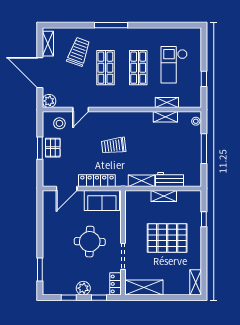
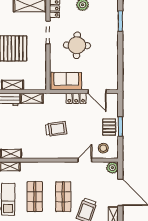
locker: (97, 181) -> (76, 98), width x0.66
door: (67, 188) -> (97, 91), swing flipped

